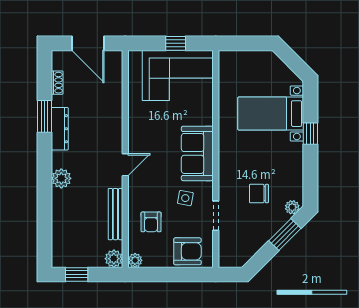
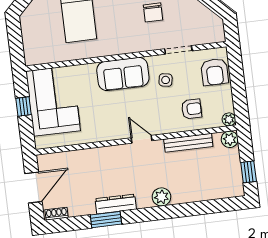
shoe rack: (57, 83) -> (57, 214), moved
armchair: (187, 251) -> (215, 72), turned 180

